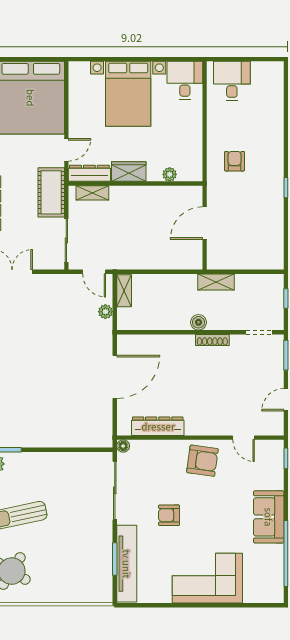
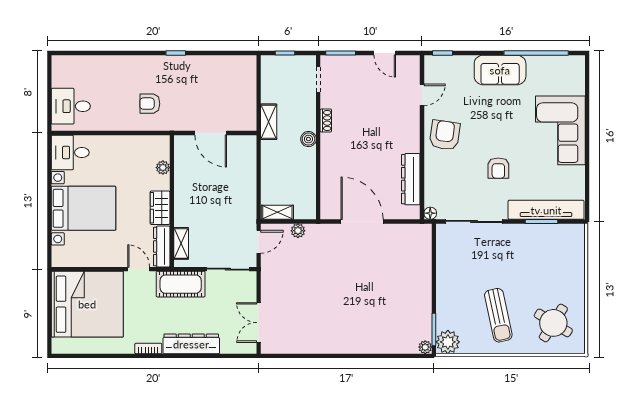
shoe rack: (212, 340) -> (326, 121), width x0.70

